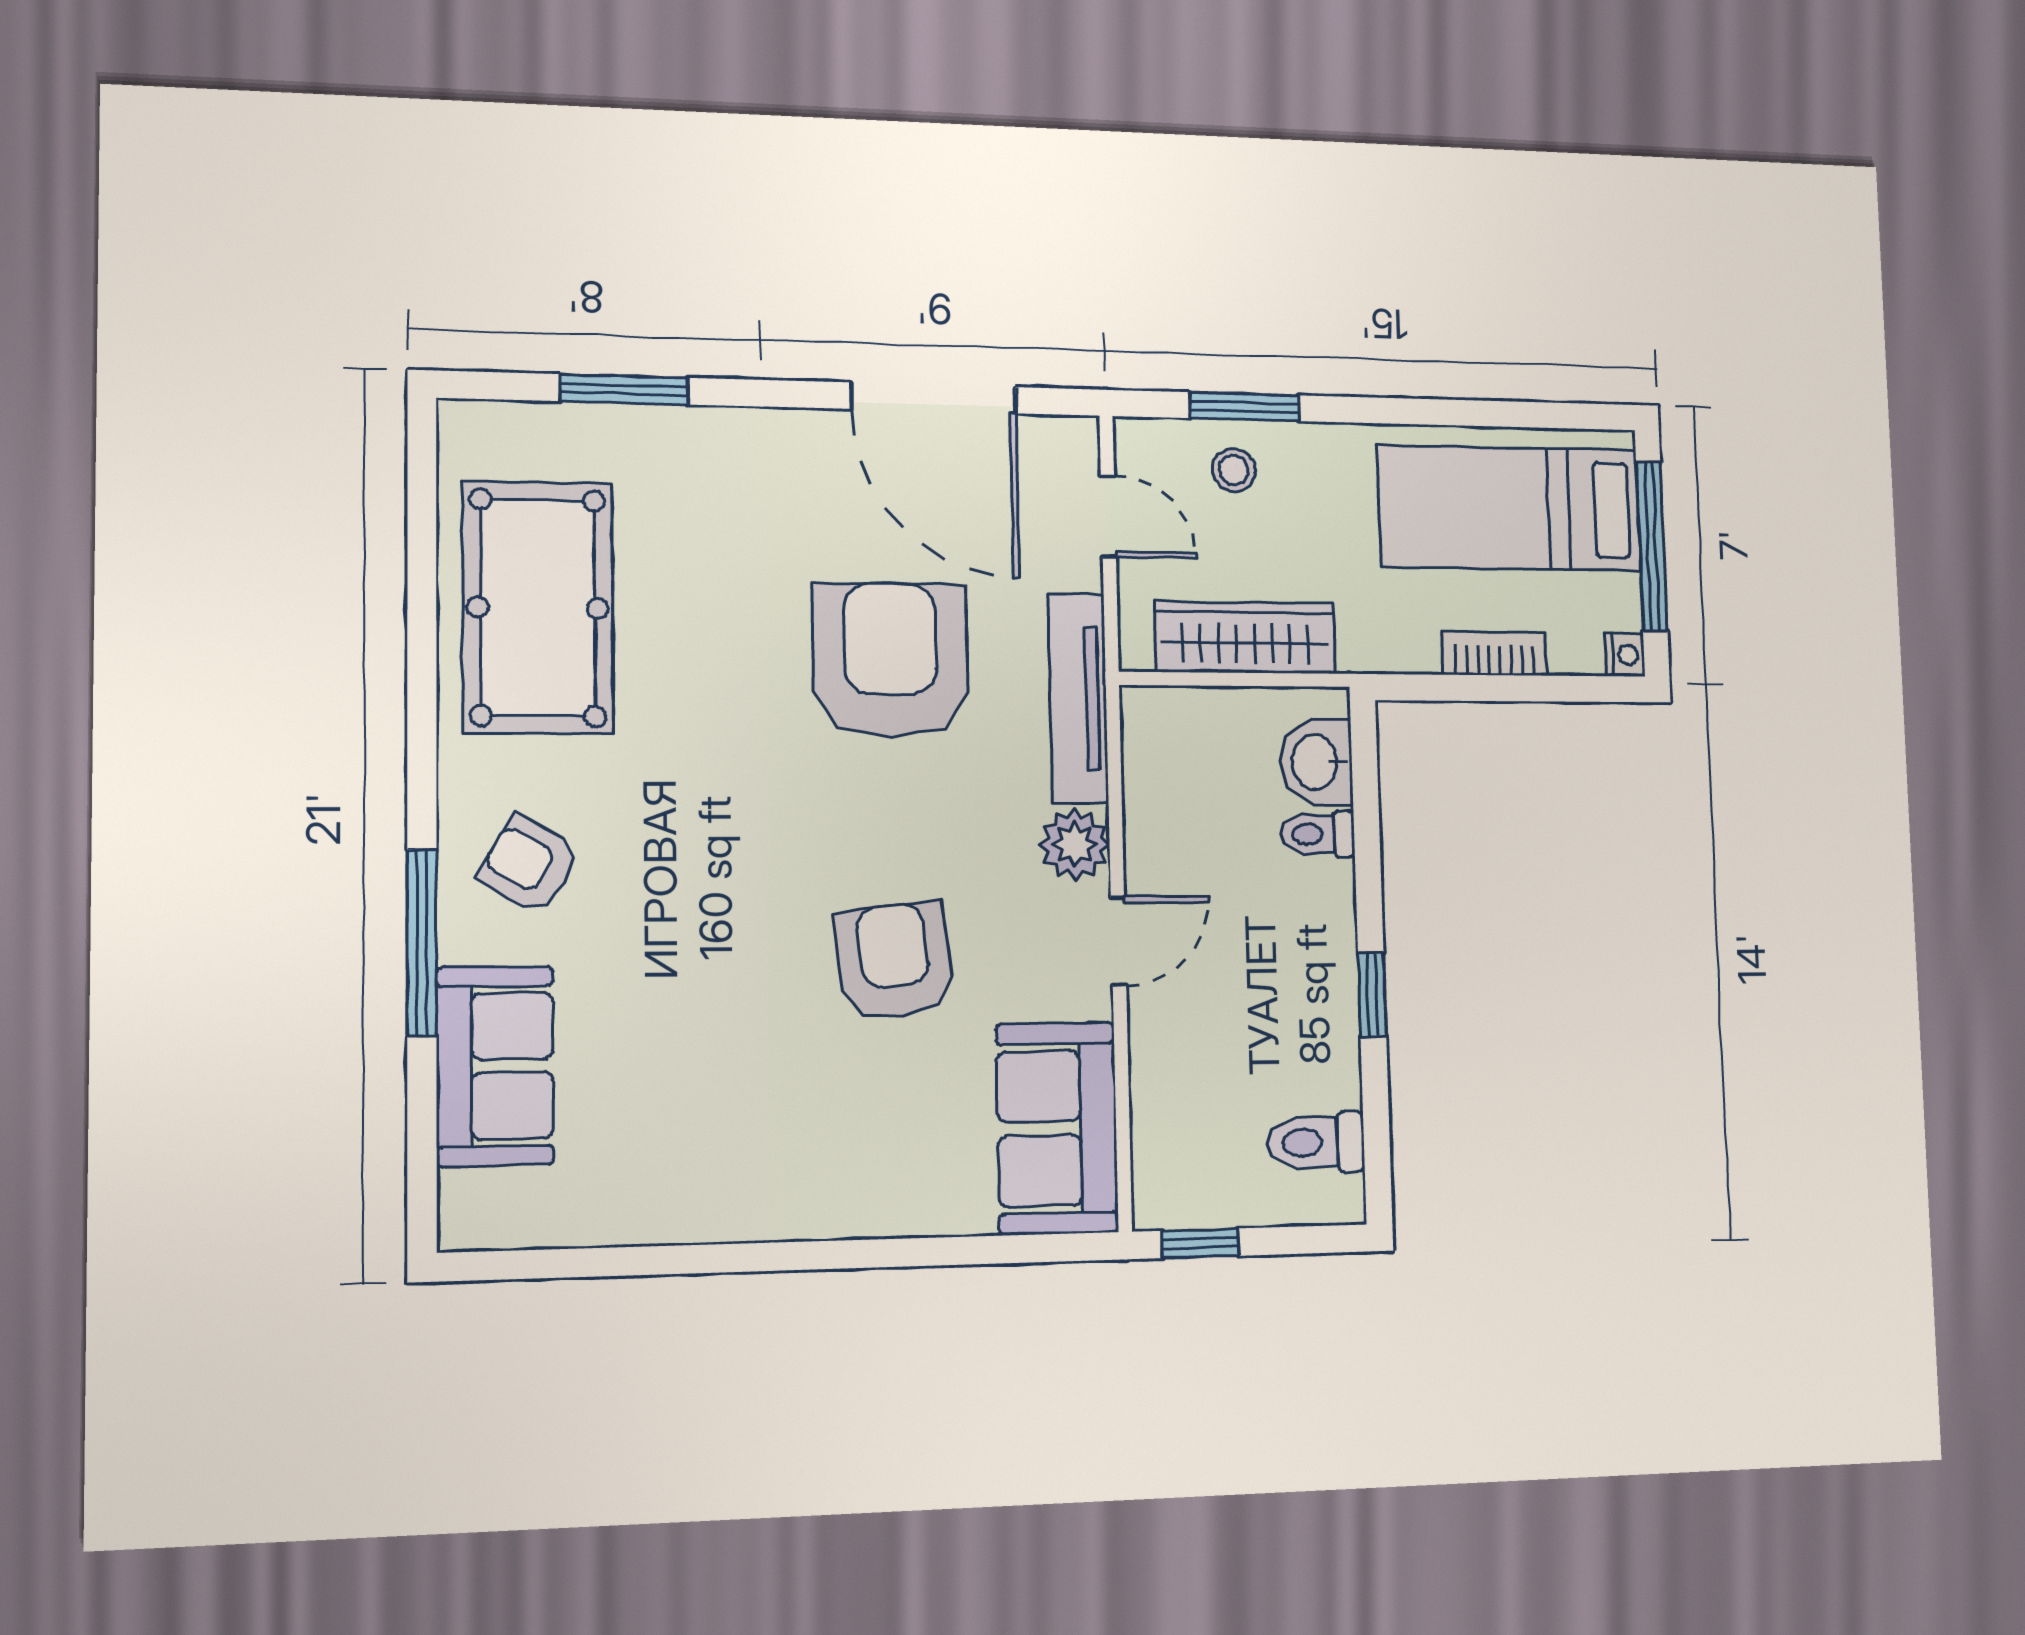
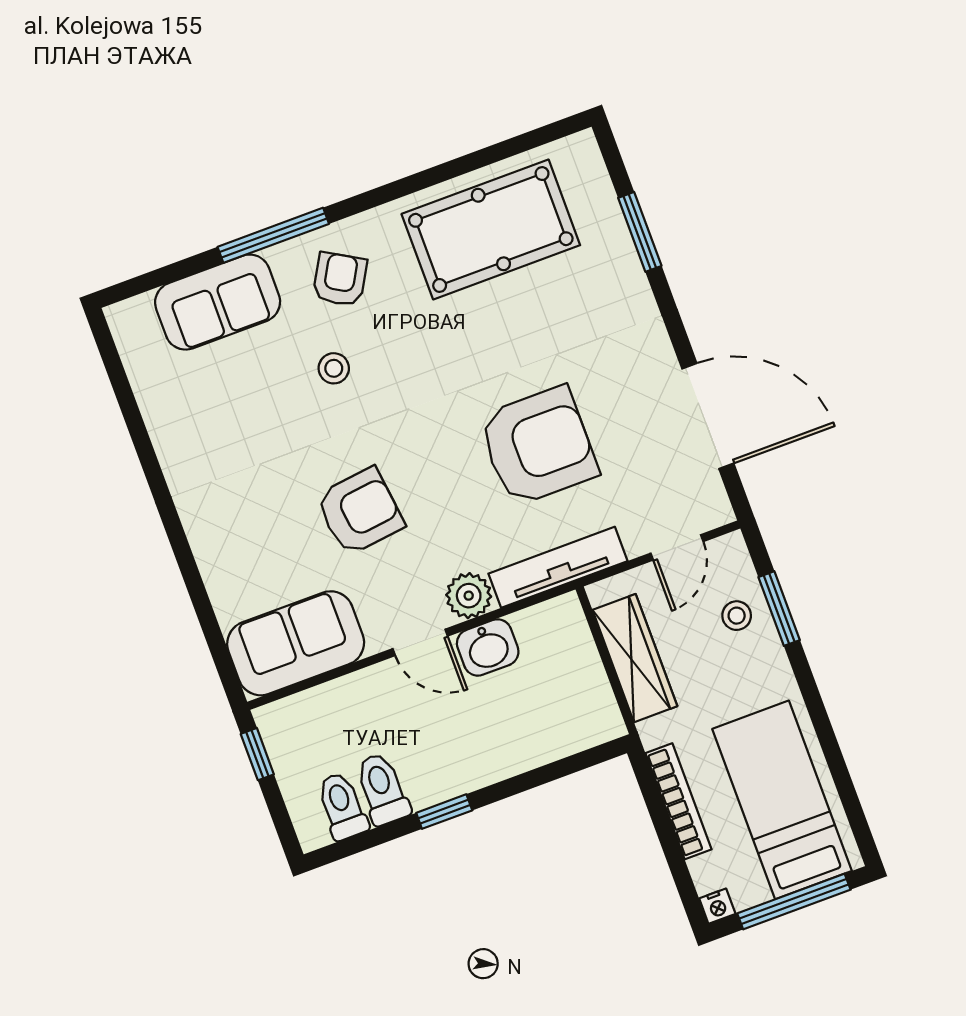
door: (934, 398) -> (708, 416), swing flipped
bookcase: (1495, 653) -> (679, 801), width x1.56
washbasin: (1317, 762) -> (488, 647), moved, turned 180
toilet: (1318, 834) -> (382, 789), moved, width x1.37, depth x1.39
stool: (664, 923) -> (334, 368), added

